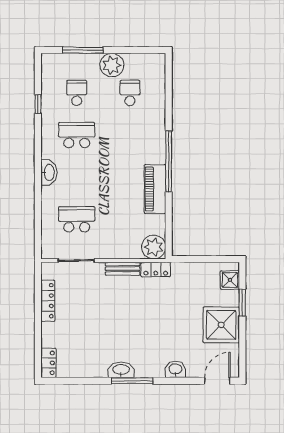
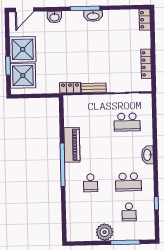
school desk: (130, 93) -> (91, 183), moved
plant: (154, 247) -> (72, 104), removed
shower: (230, 280) -> (23, 76), width x1.86, depth x1.86

